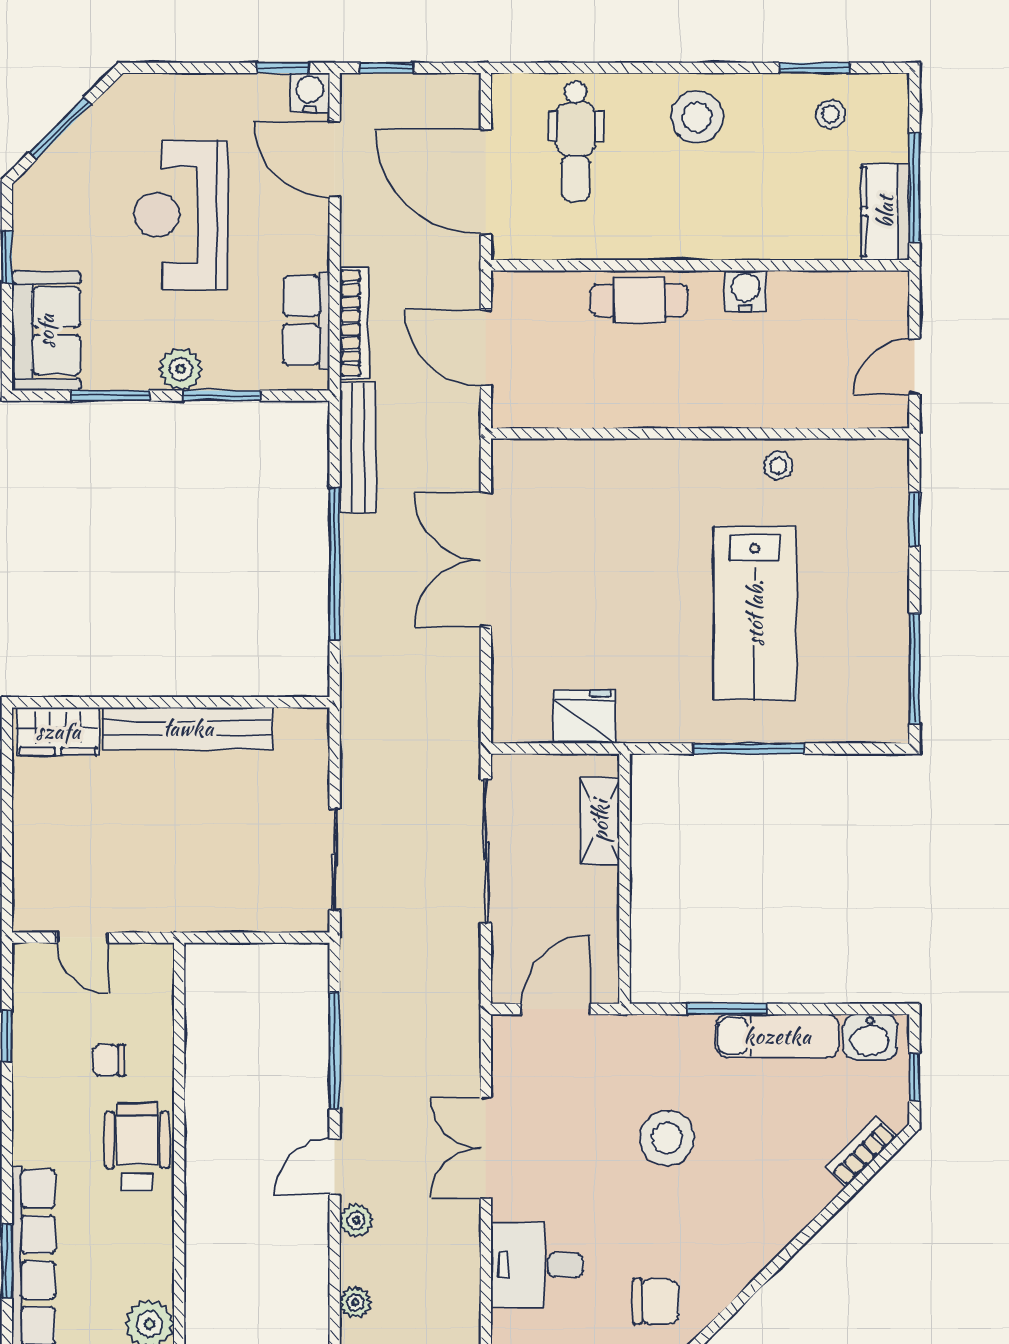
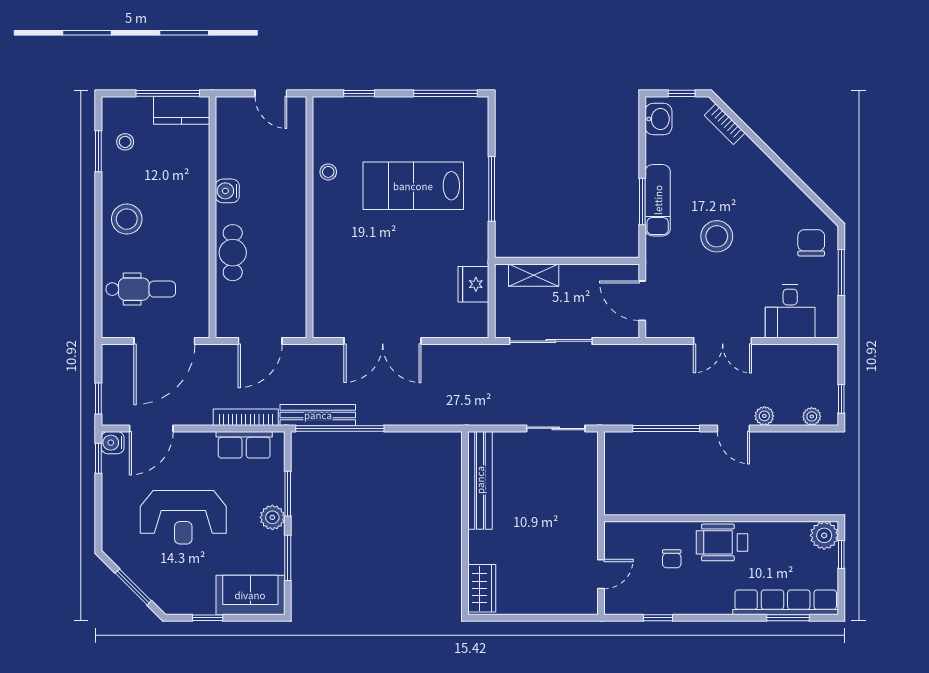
window: (335, 564) -> (340, 428), moved
lab bench: (755, 613) -> (413, 186), turned 180
bench: (188, 728) -> (480, 480), moved
exam couch: (777, 1036) -> (658, 200), moved

